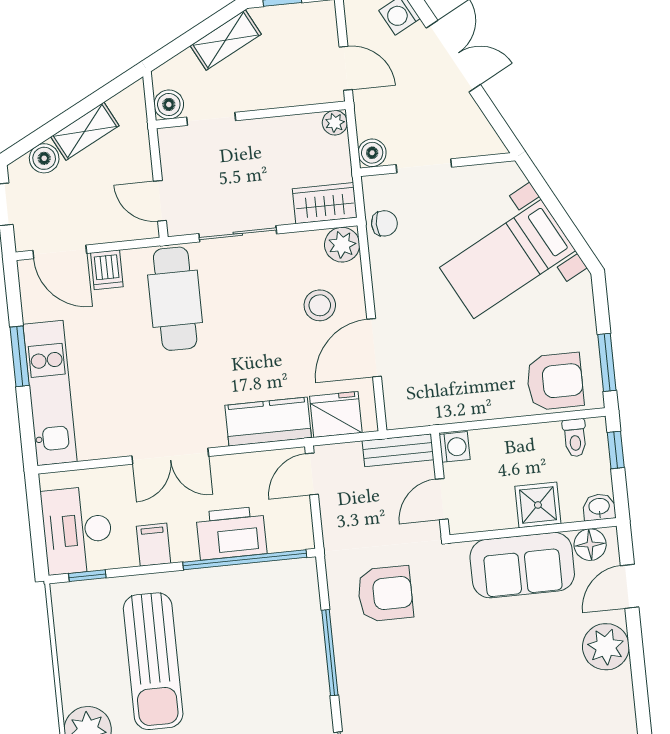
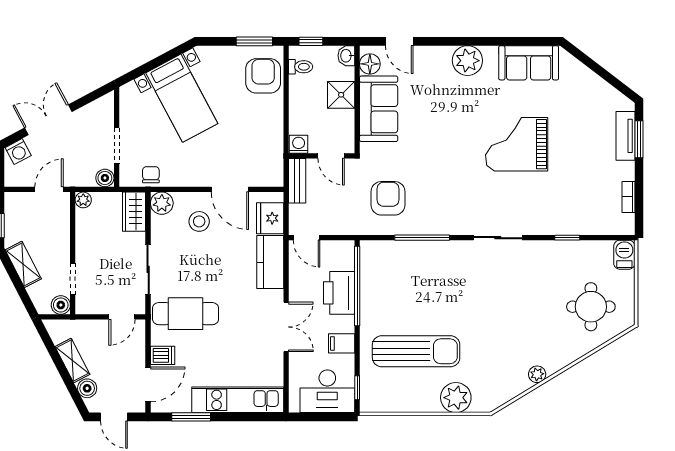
window: (20, 356) -> (191, 417), moved
plant: (606, 647) -> (467, 61), moved

